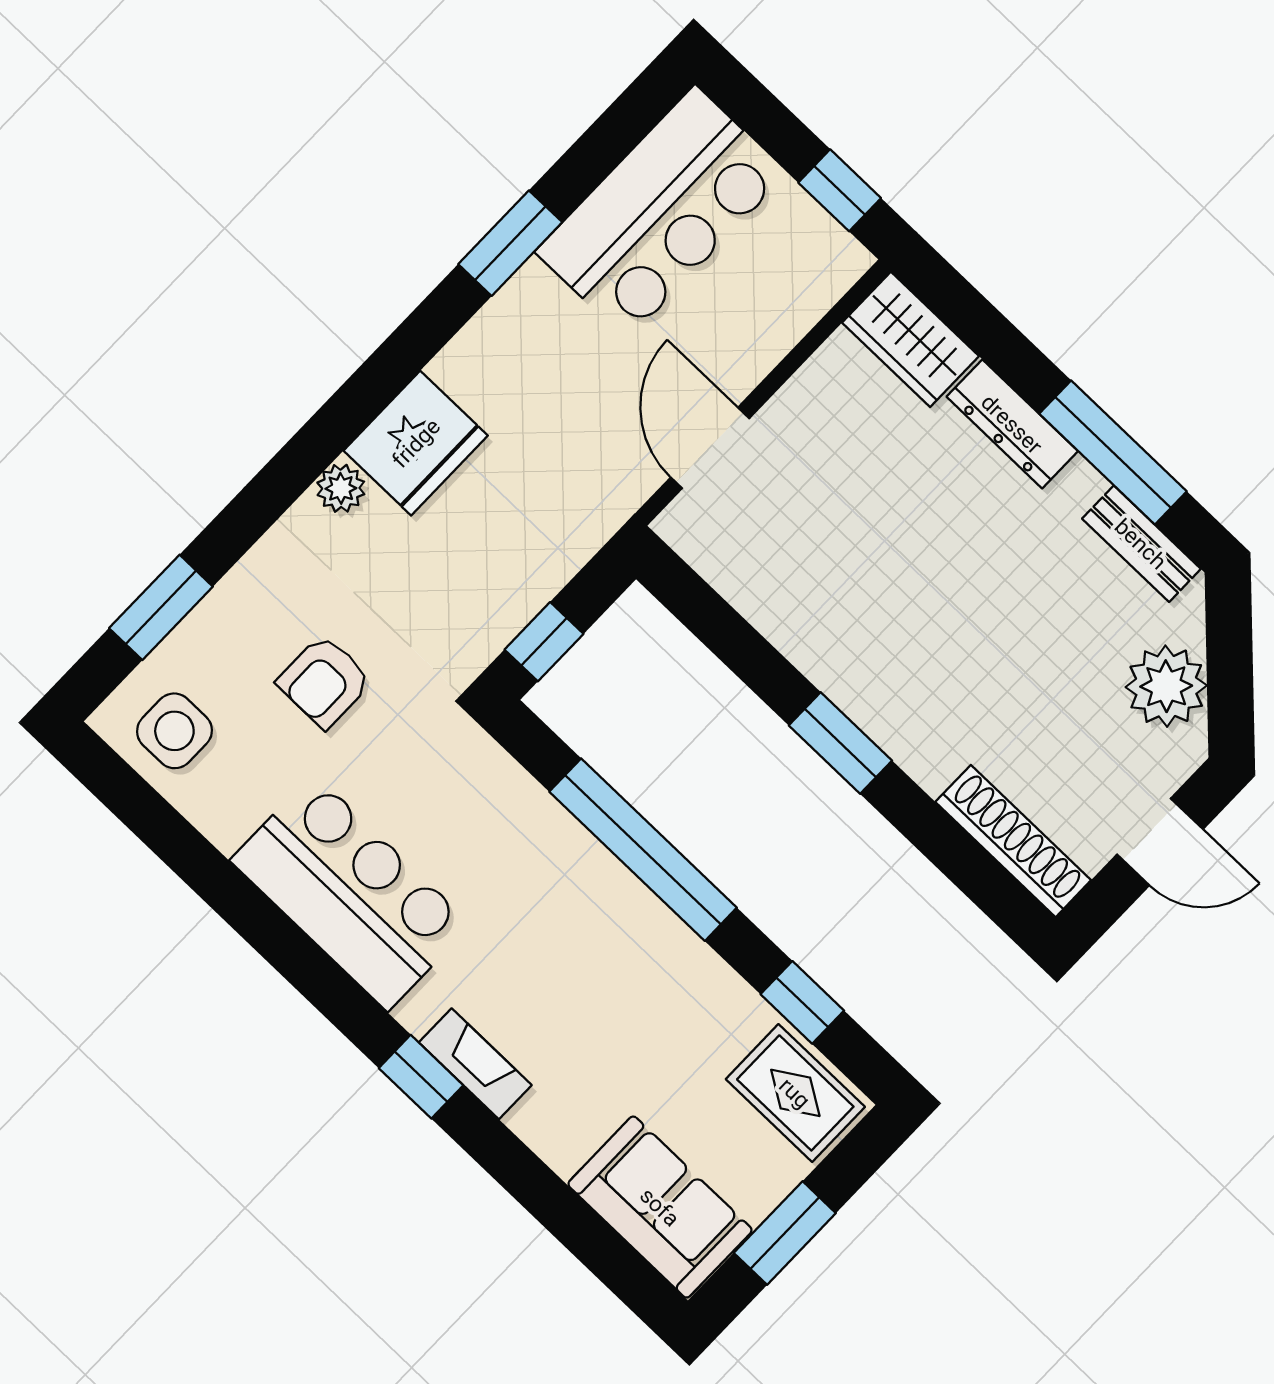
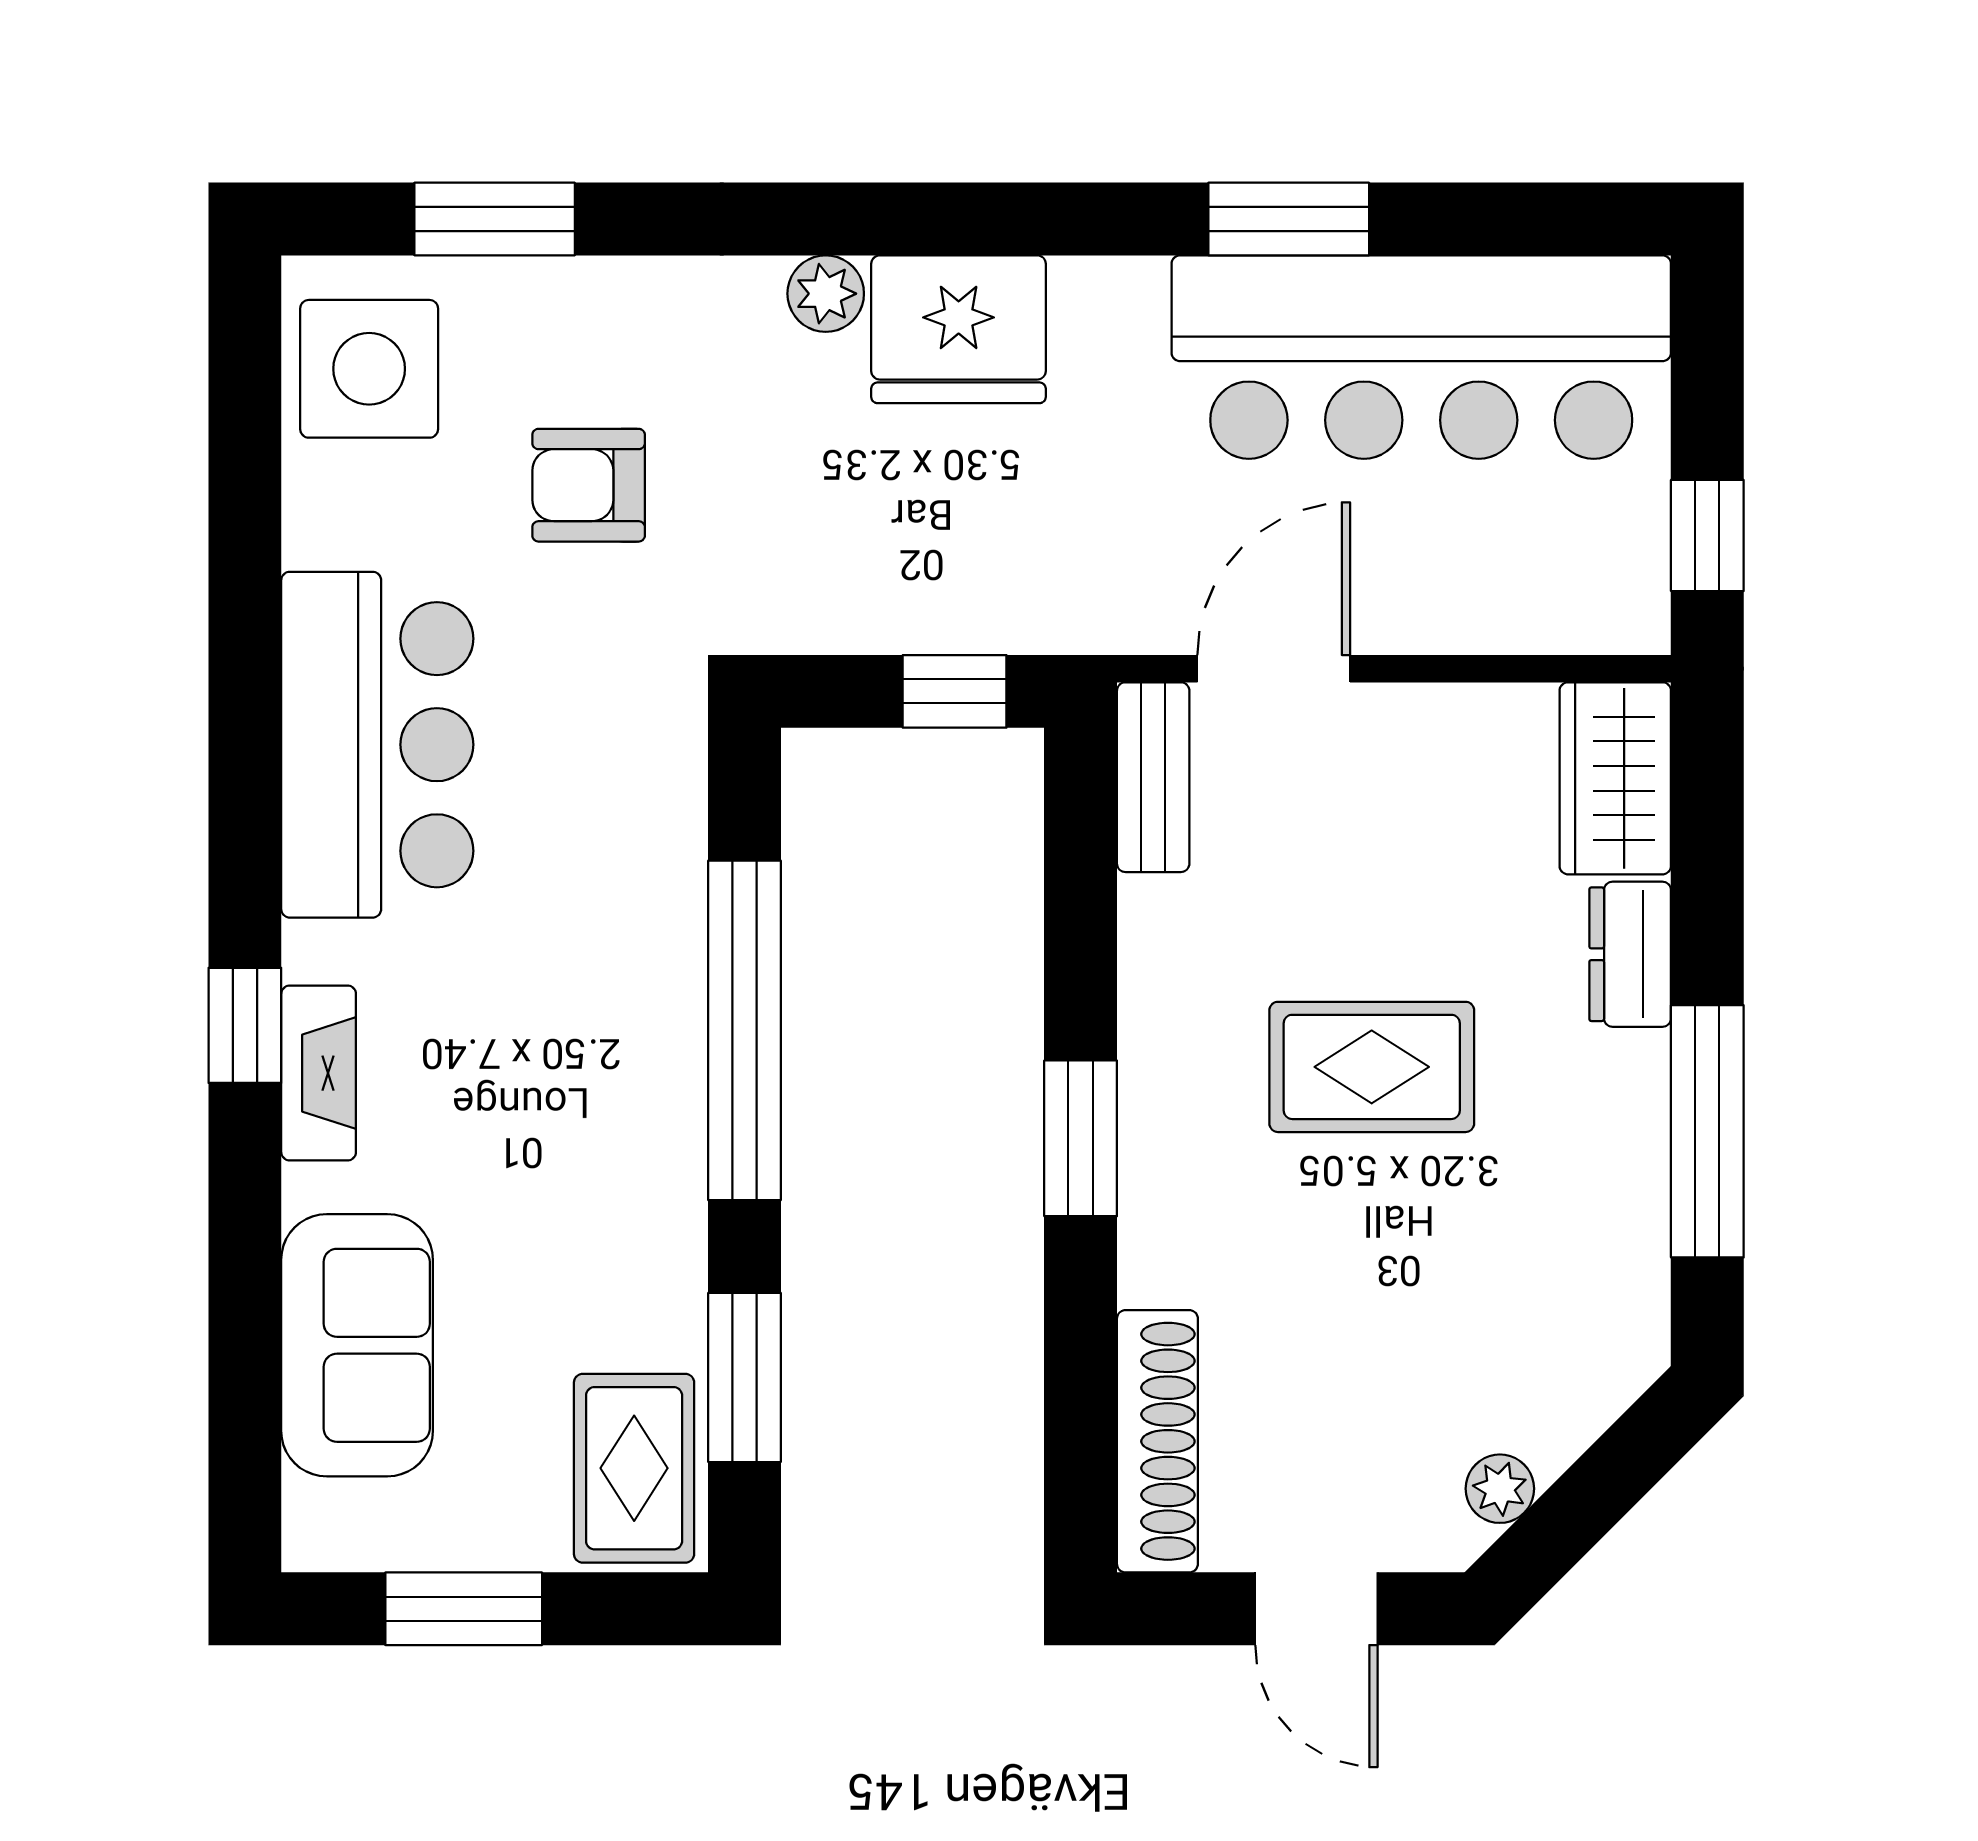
bar counter: (661, 213) -> (1421, 357), width x1.36
dresser: (1012, 424) -> (1630, 954), width x0.70
bench: (1141, 544) -> (1153, 777), moved
rug: (936, 578) -> (1372, 1067), added
window: (544, 642) -> (955, 691), moved
plant: (1166, 686) -> (1500, 1489), width x0.53, depth x0.53
side table: (174, 731) -> (369, 369), width x1.37, depth x1.37
window: (802, 1002) -> (744, 1377), width x1.50
sofa: (660, 1207) -> (357, 1345), moved

